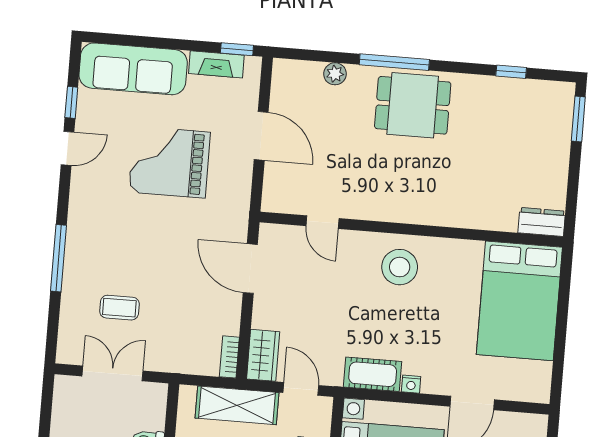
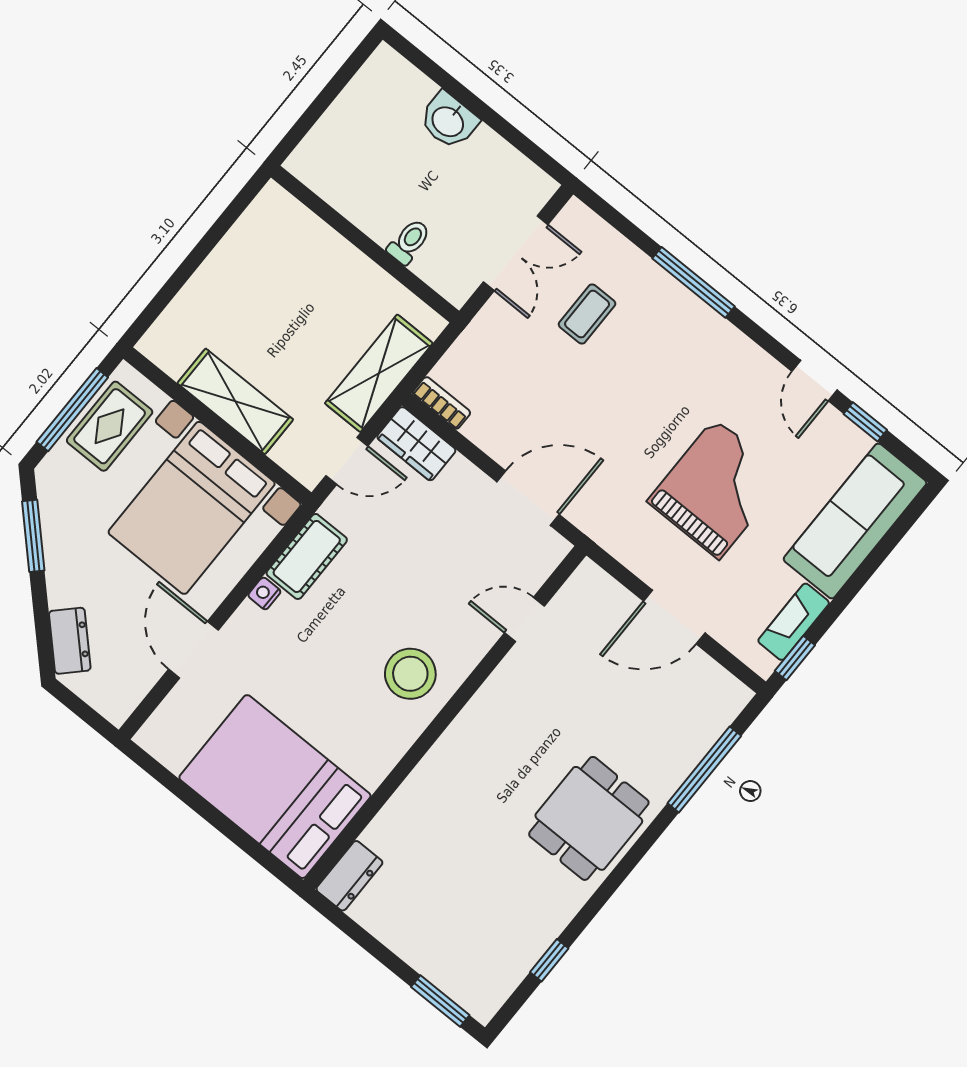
window: (394, 62) -> (704, 769), moved
plant: (335, 74) -> (688, 753), removed

